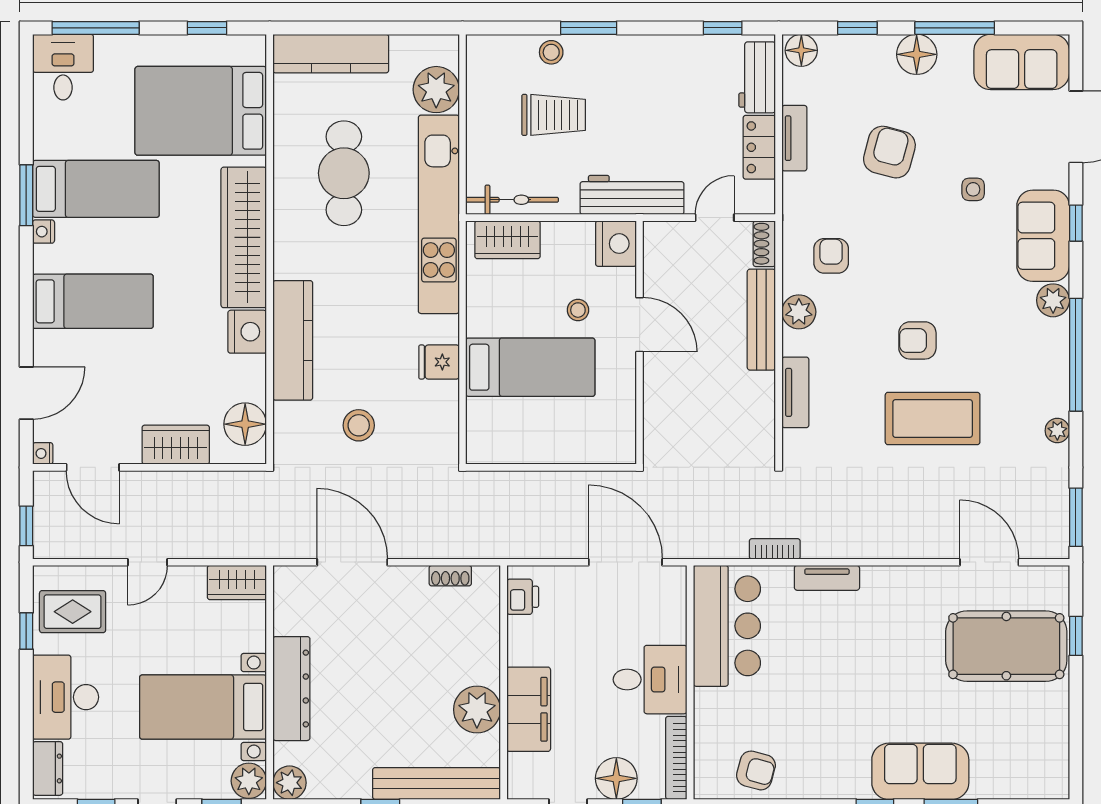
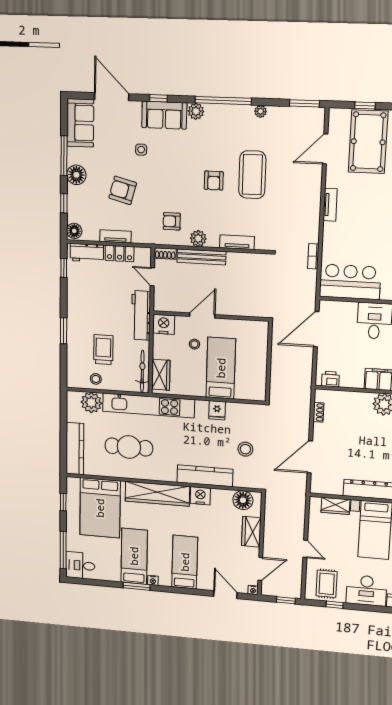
stool: (551, 52) -> (96, 379), moved
tv unit: (827, 578) -> (330, 205), moved
wardrobe: (237, 583) -> (335, 506), moved, turned 90

